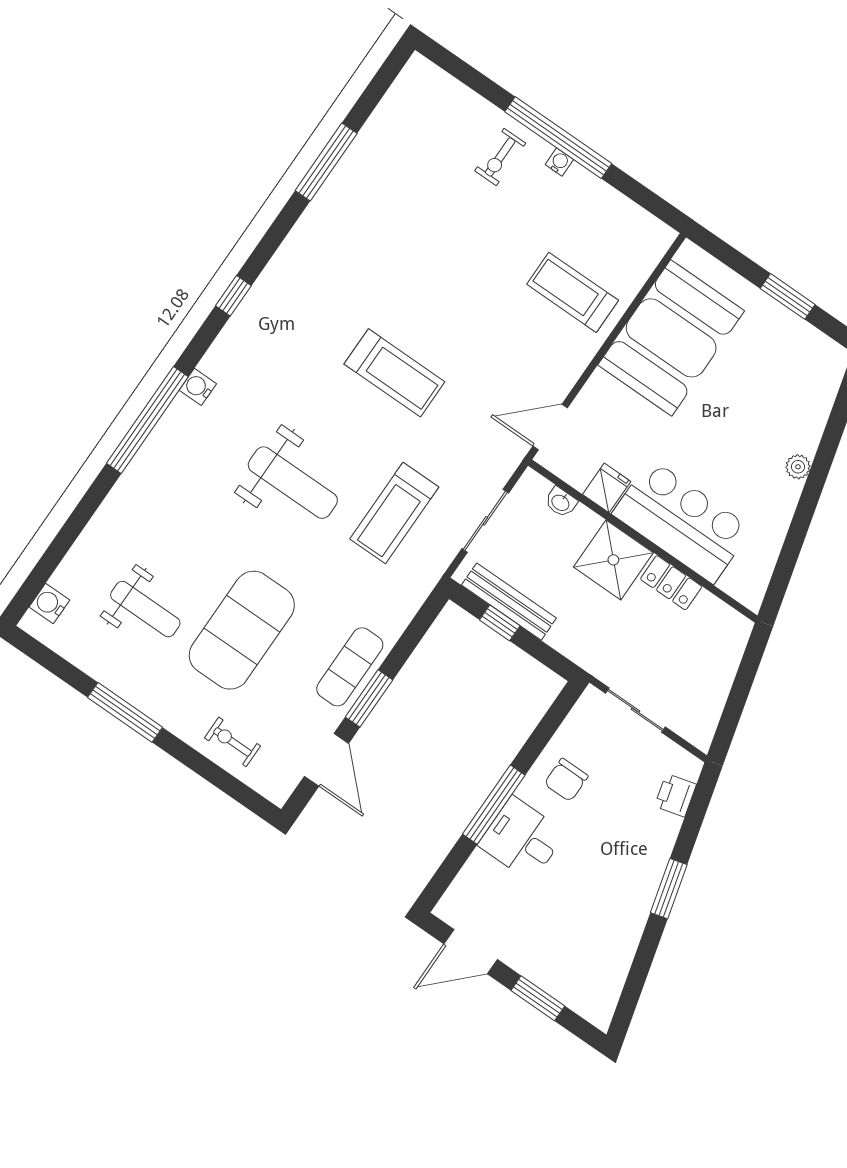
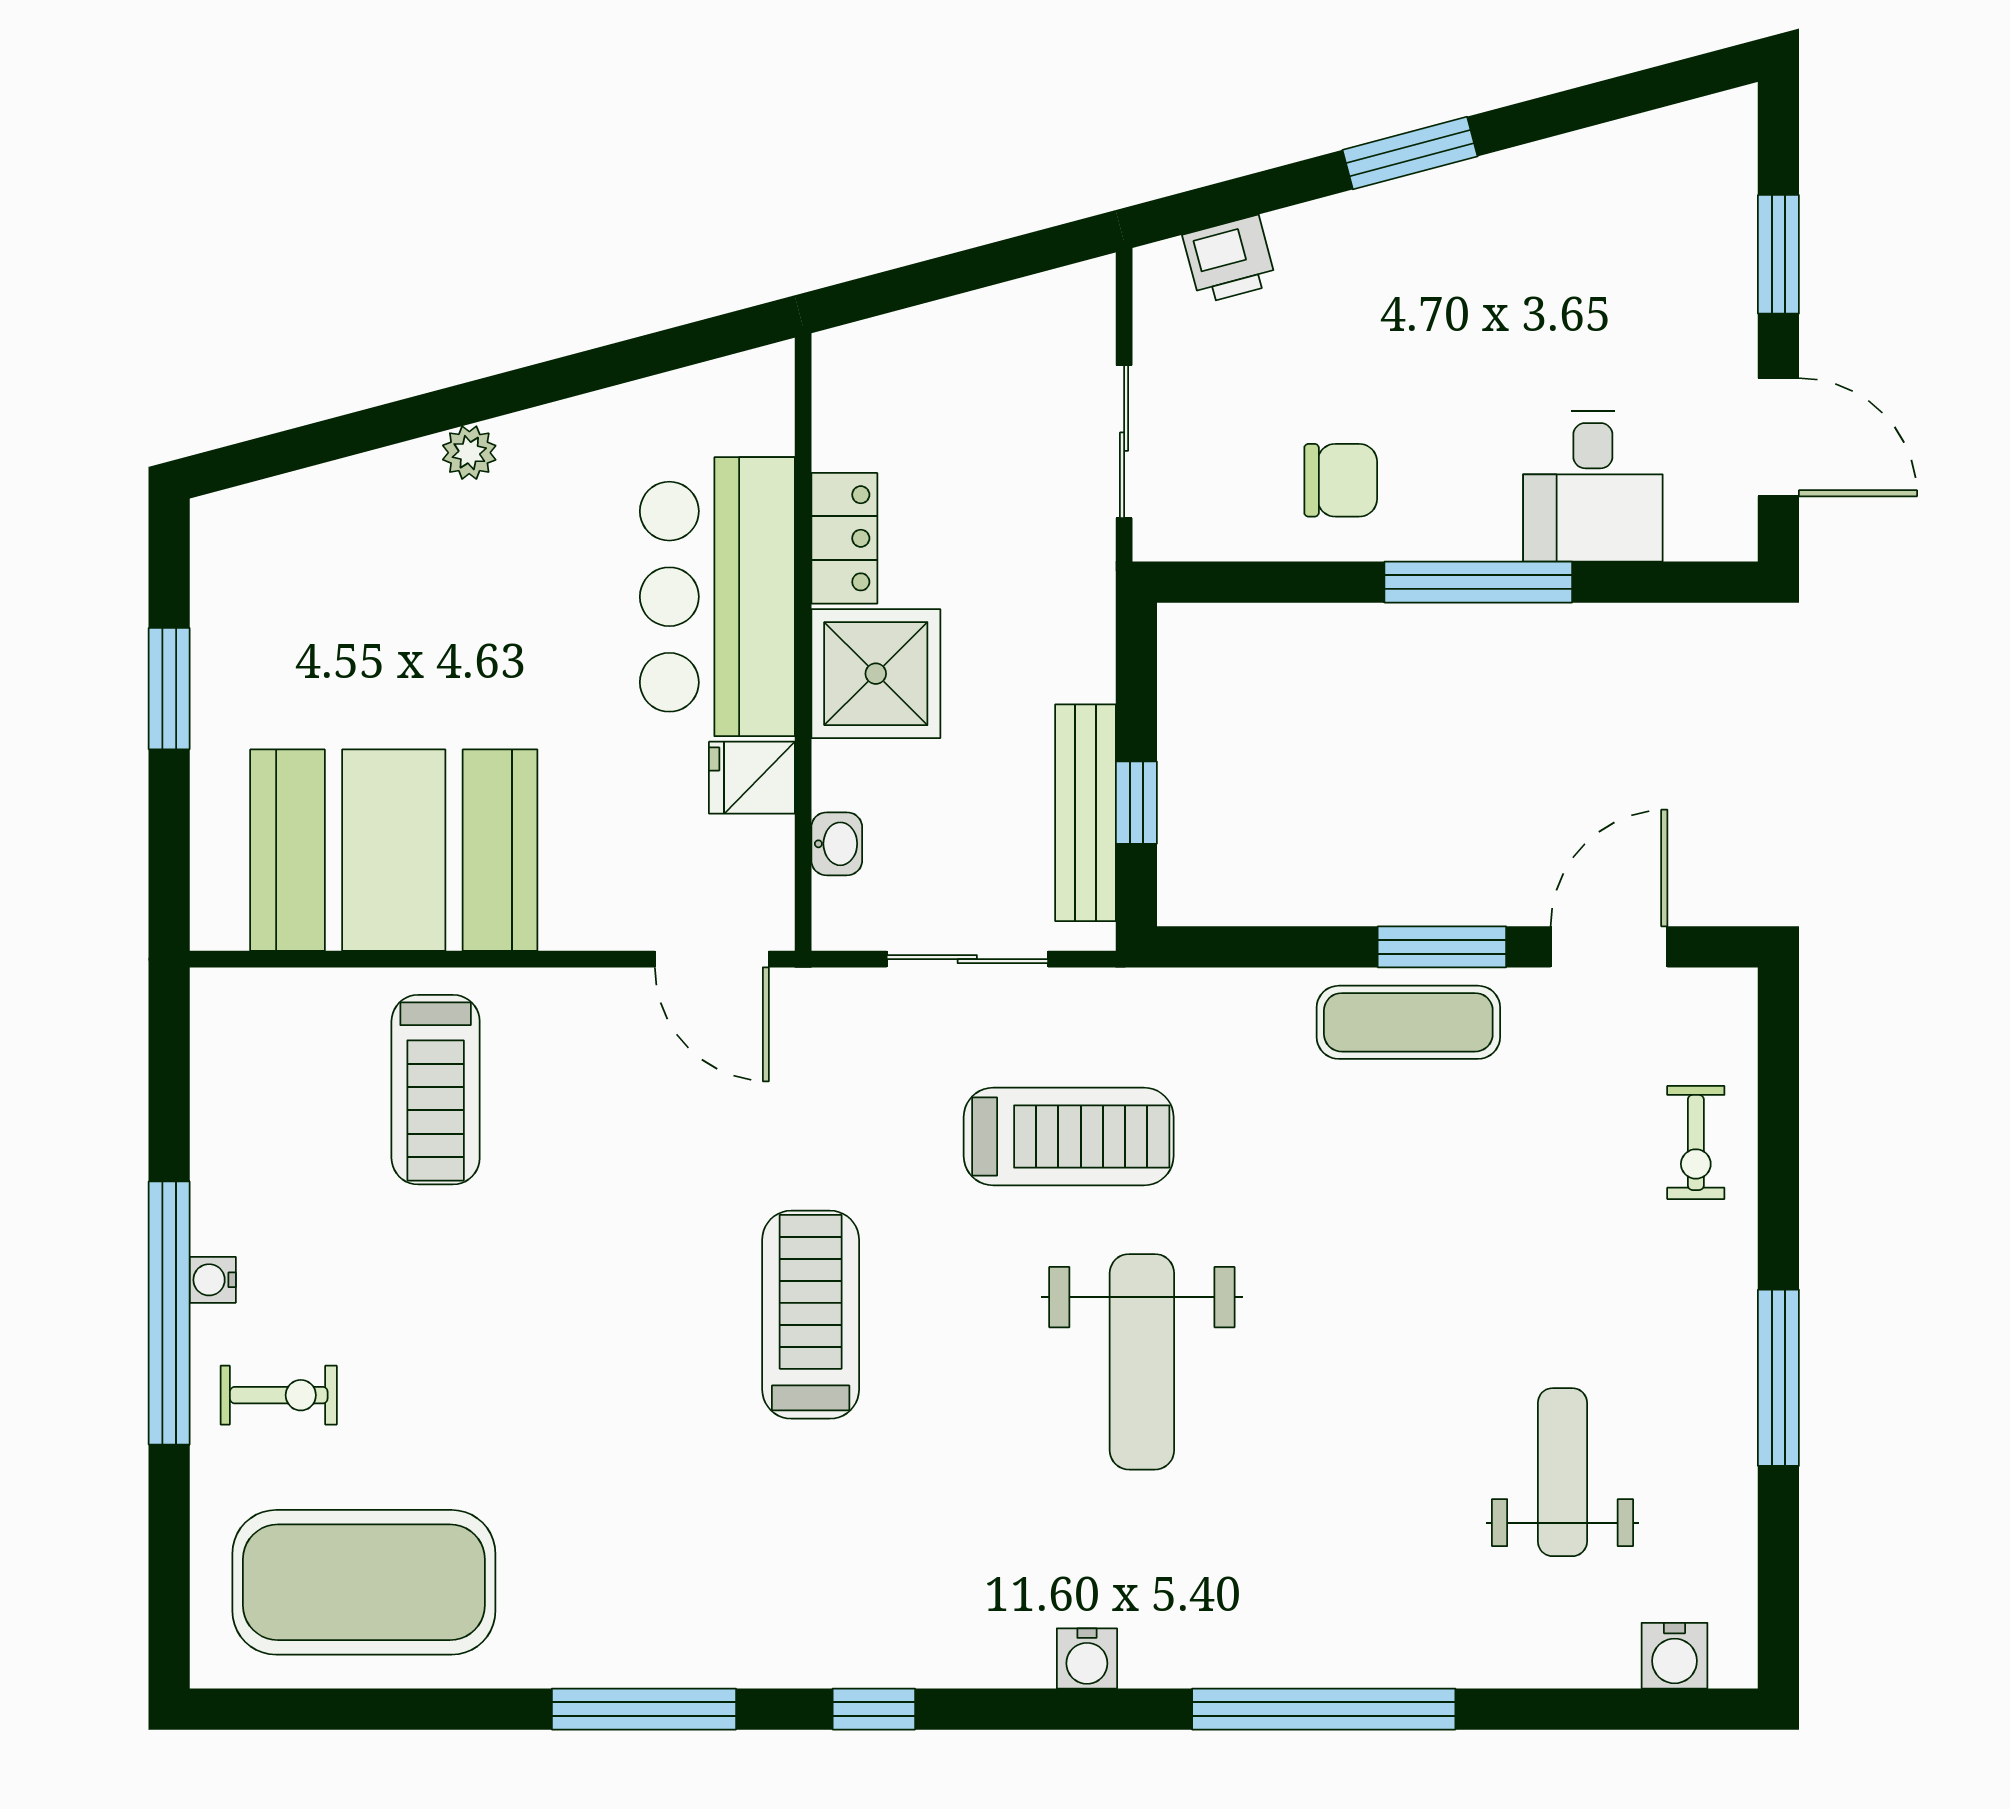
window: (326, 162) -> (644, 1709), moved
window: (147, 420) -> (1324, 1709), moved
weight bench: (293, 483) -> (1142, 1362), turned 180
exercise mat: (242, 630) -> (364, 1582), moved
desk: (522, 839) -> (1593, 486), moved

